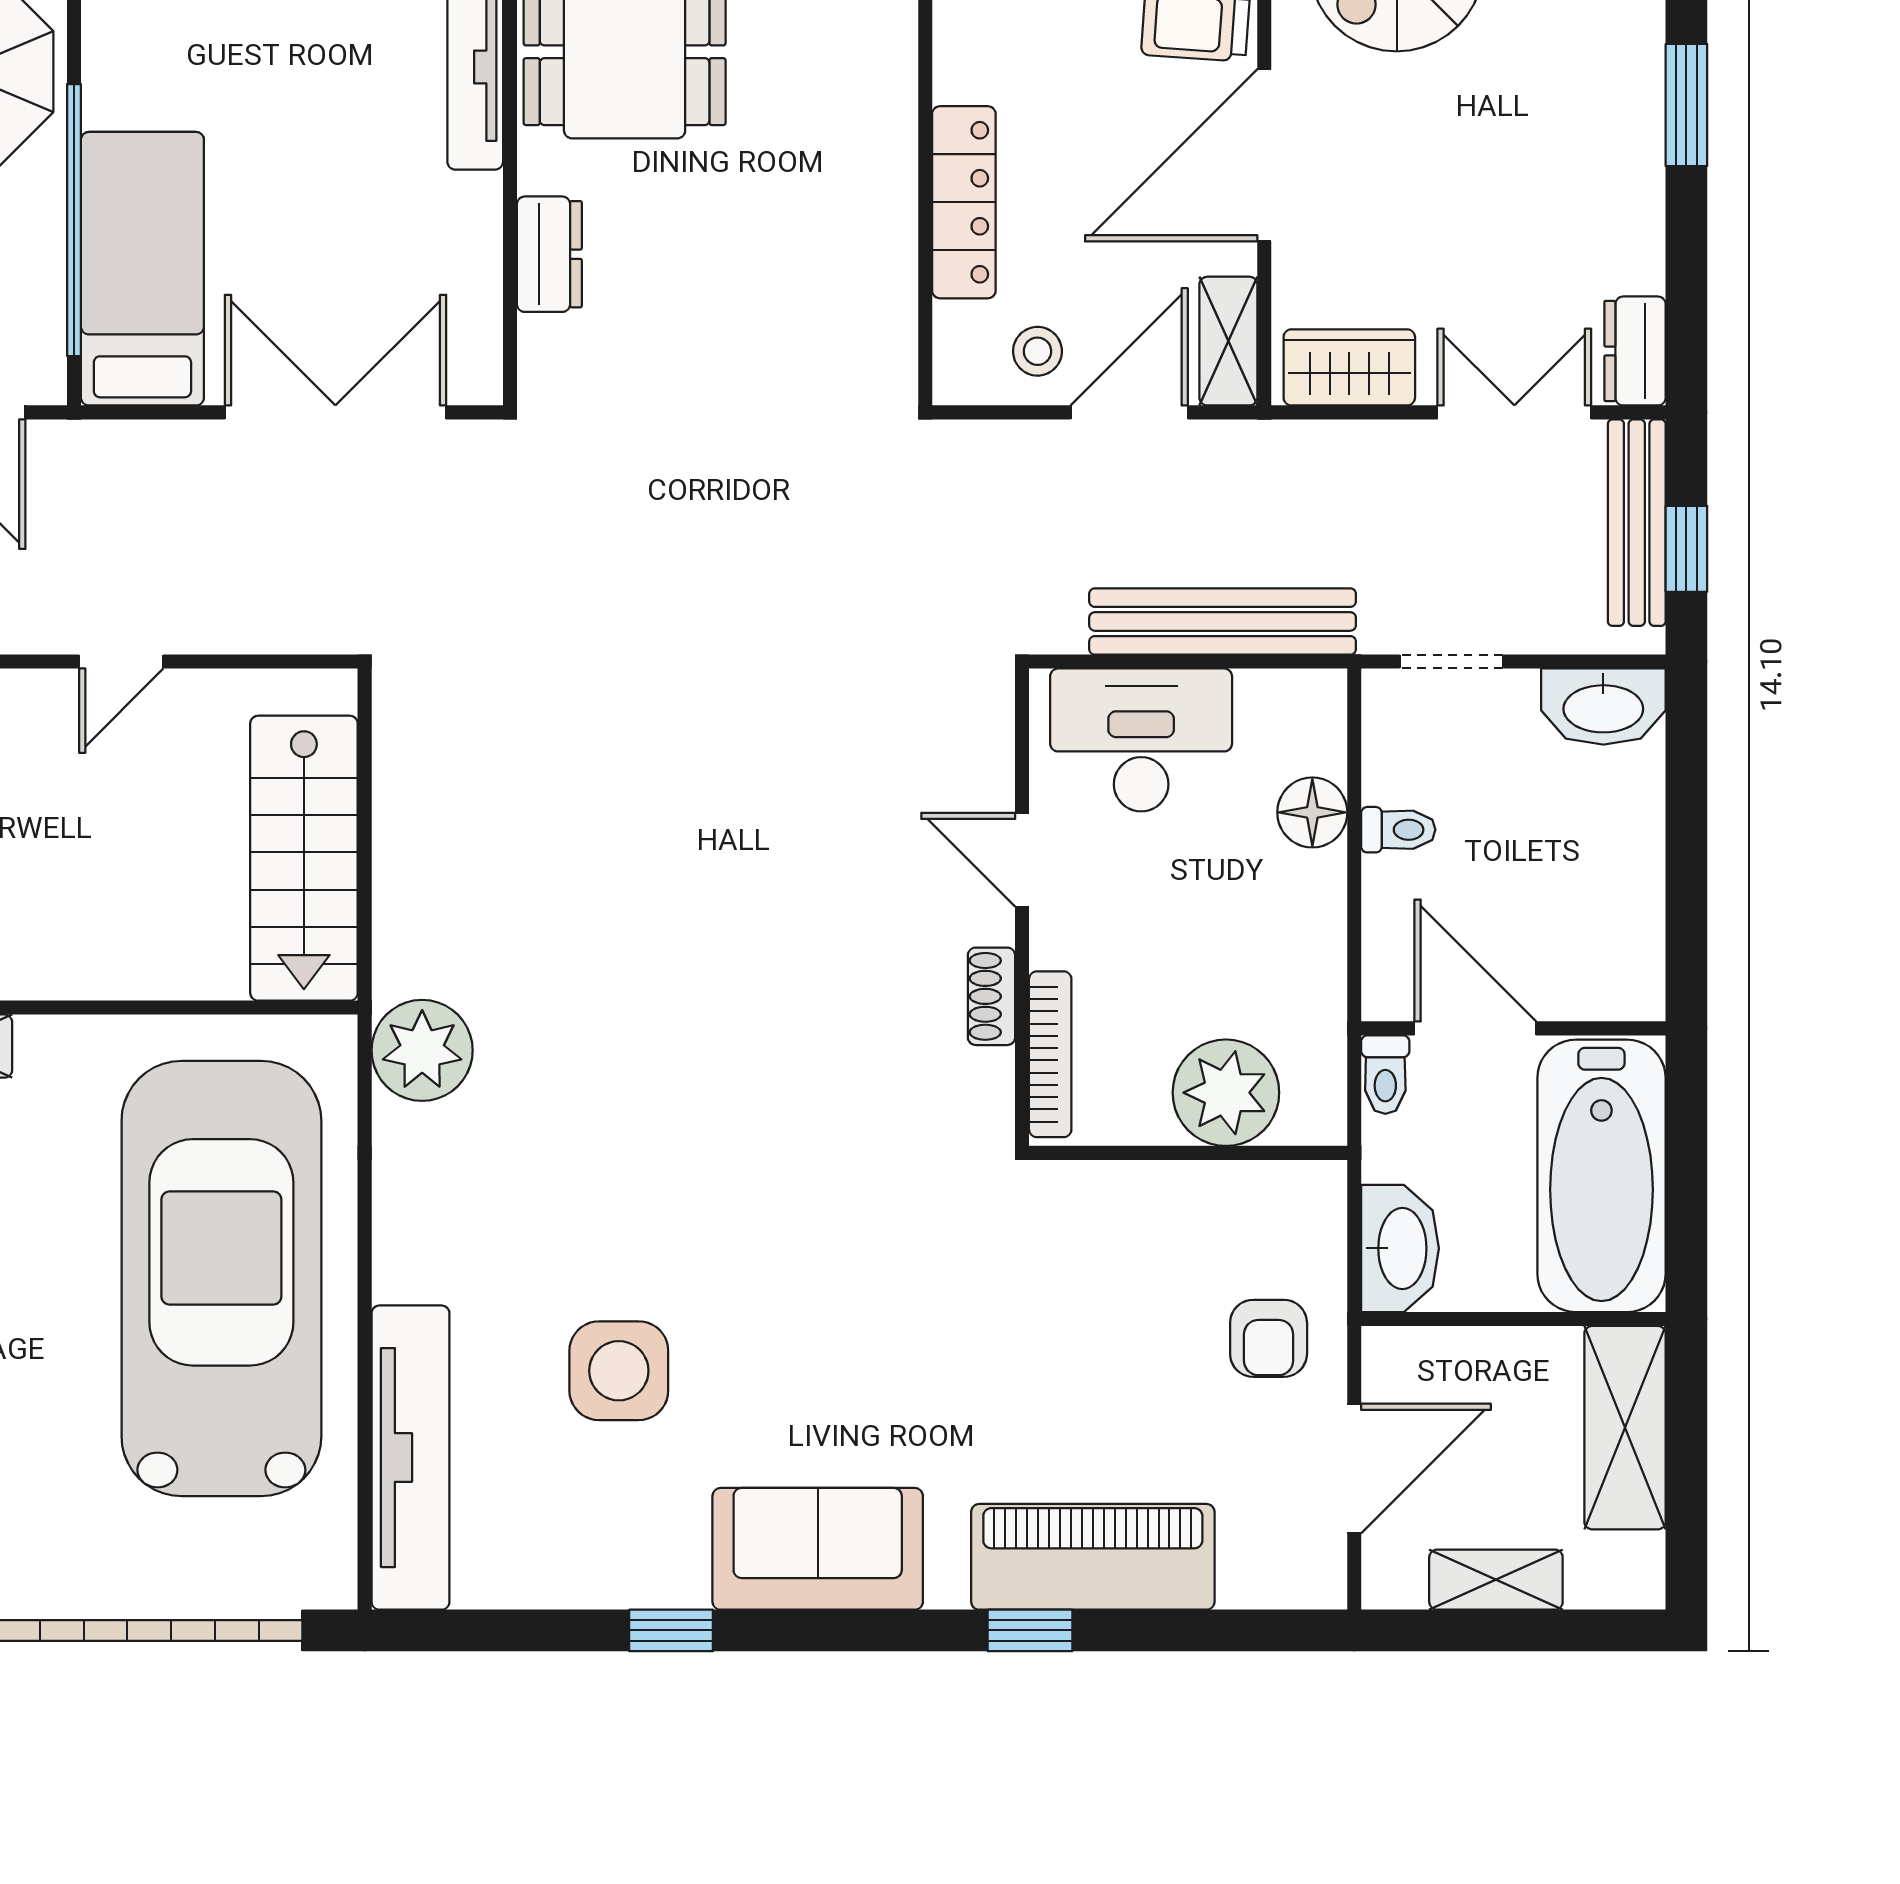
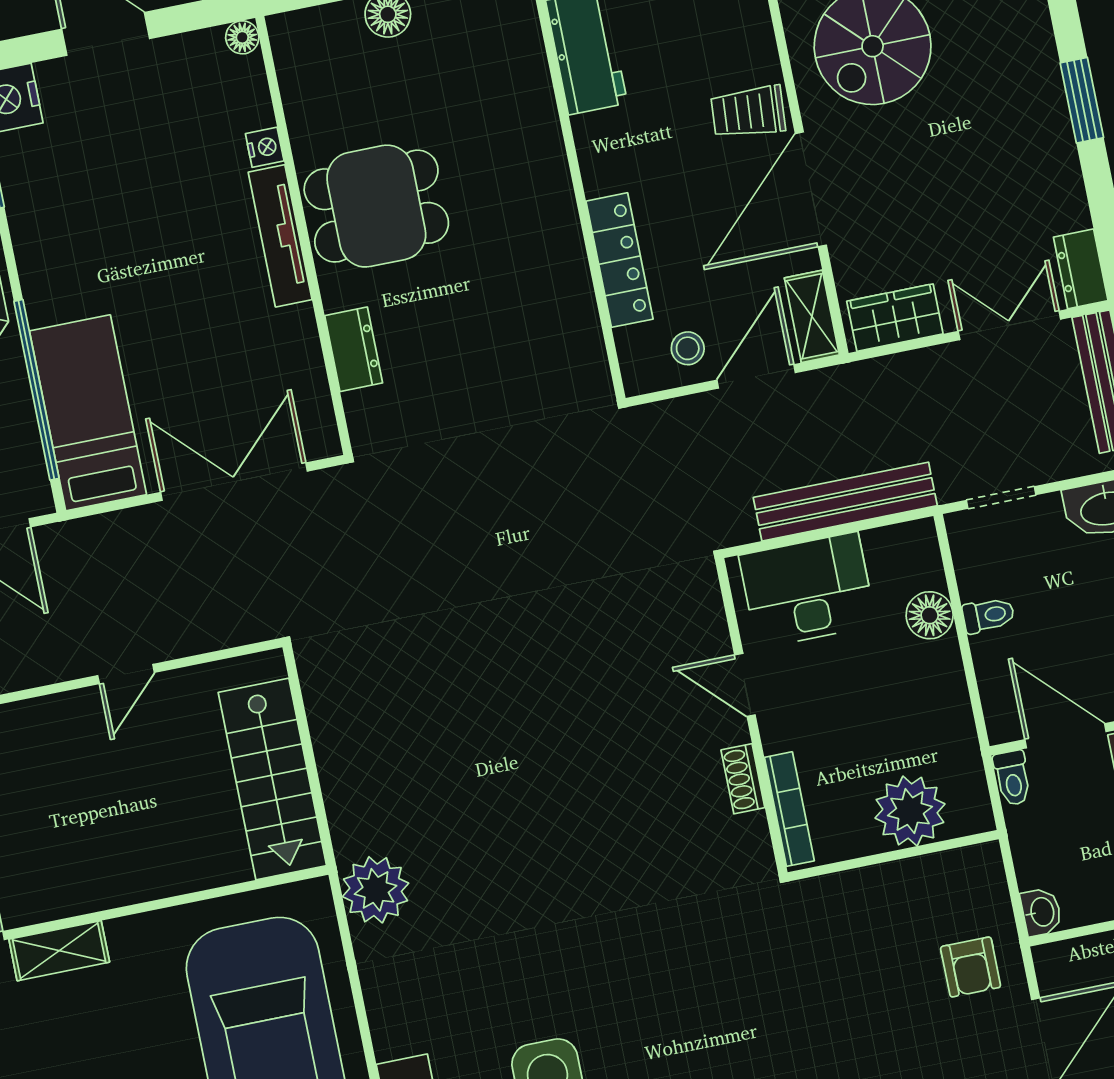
washbasin: (1400, 1248) -> (1041, 912), width x0.52, depth x0.69

